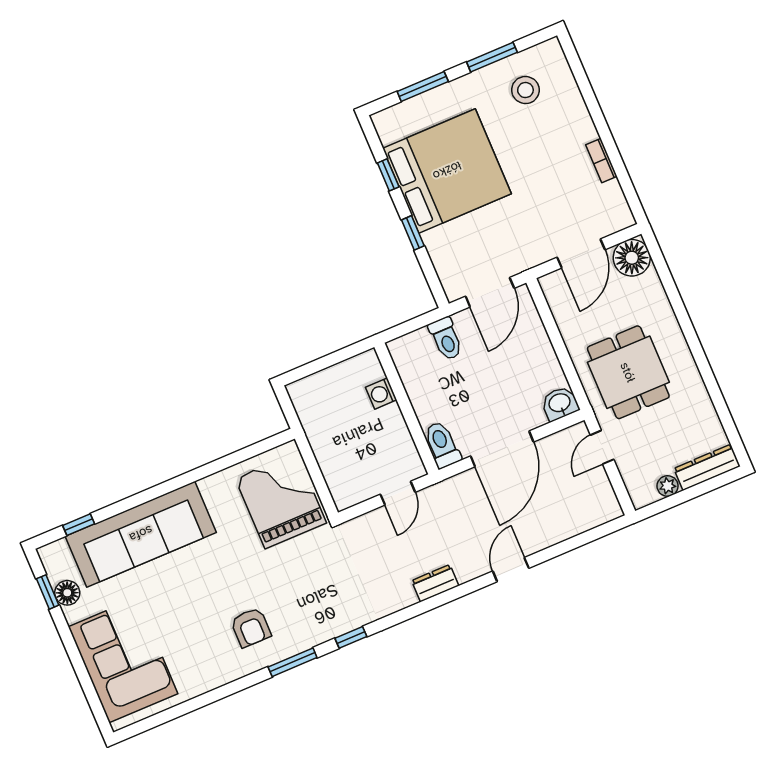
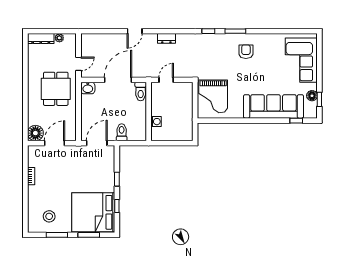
bed: (447, 171) -> (93, 212), moved

